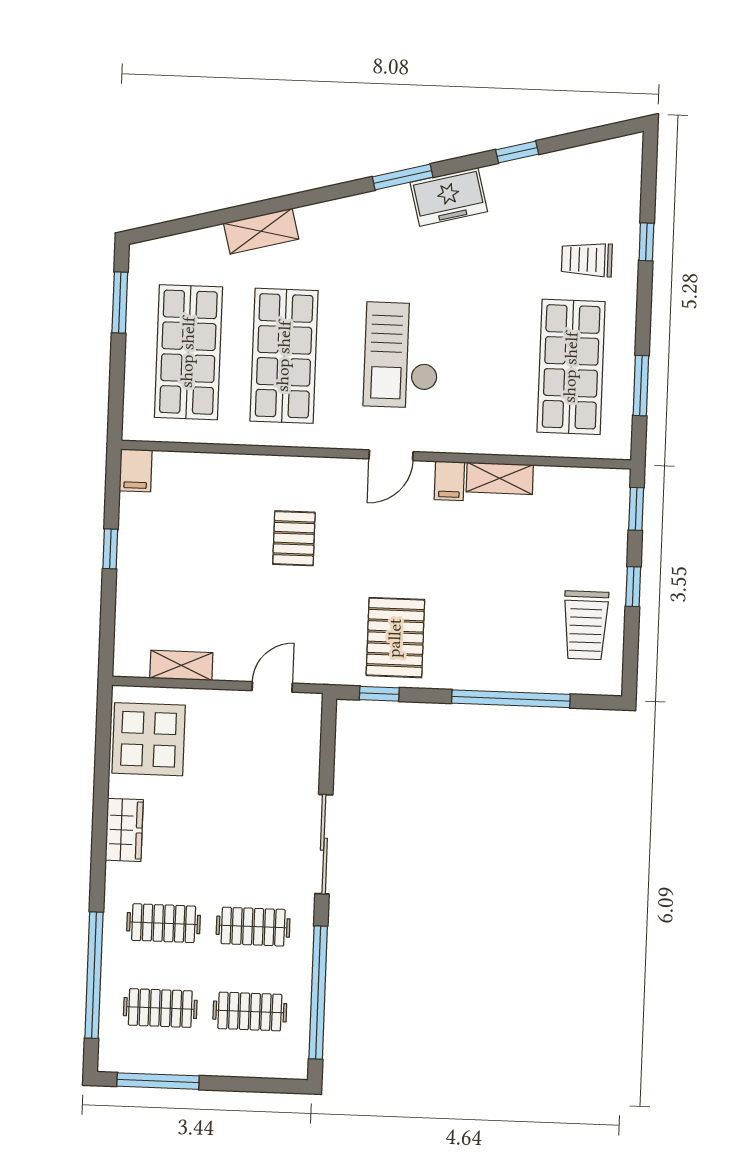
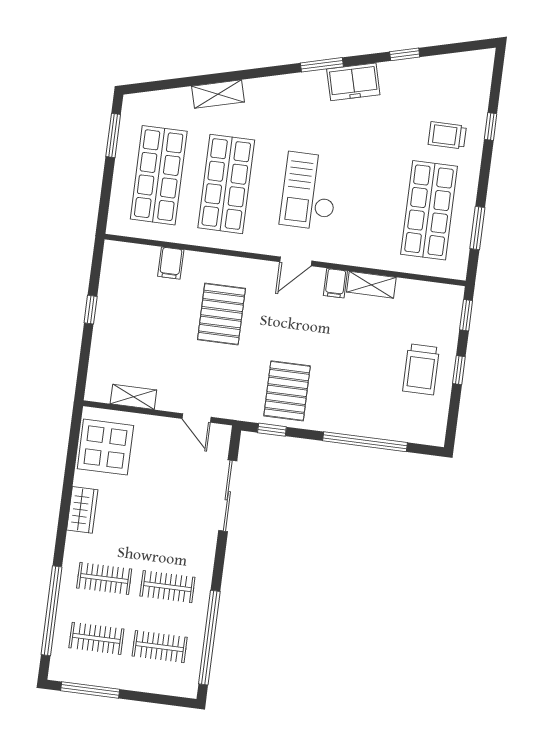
filing cabinet: (136, 470) -> (171, 263), moved
pallet: (294, 538) -> (221, 314), width x1.50, depth x1.42
trolley: (586, 625) -> (421, 369), moved
door: (272, 687) -> (196, 418), swing flipped
sliding door: (324, 844) -> (228, 496), moved

